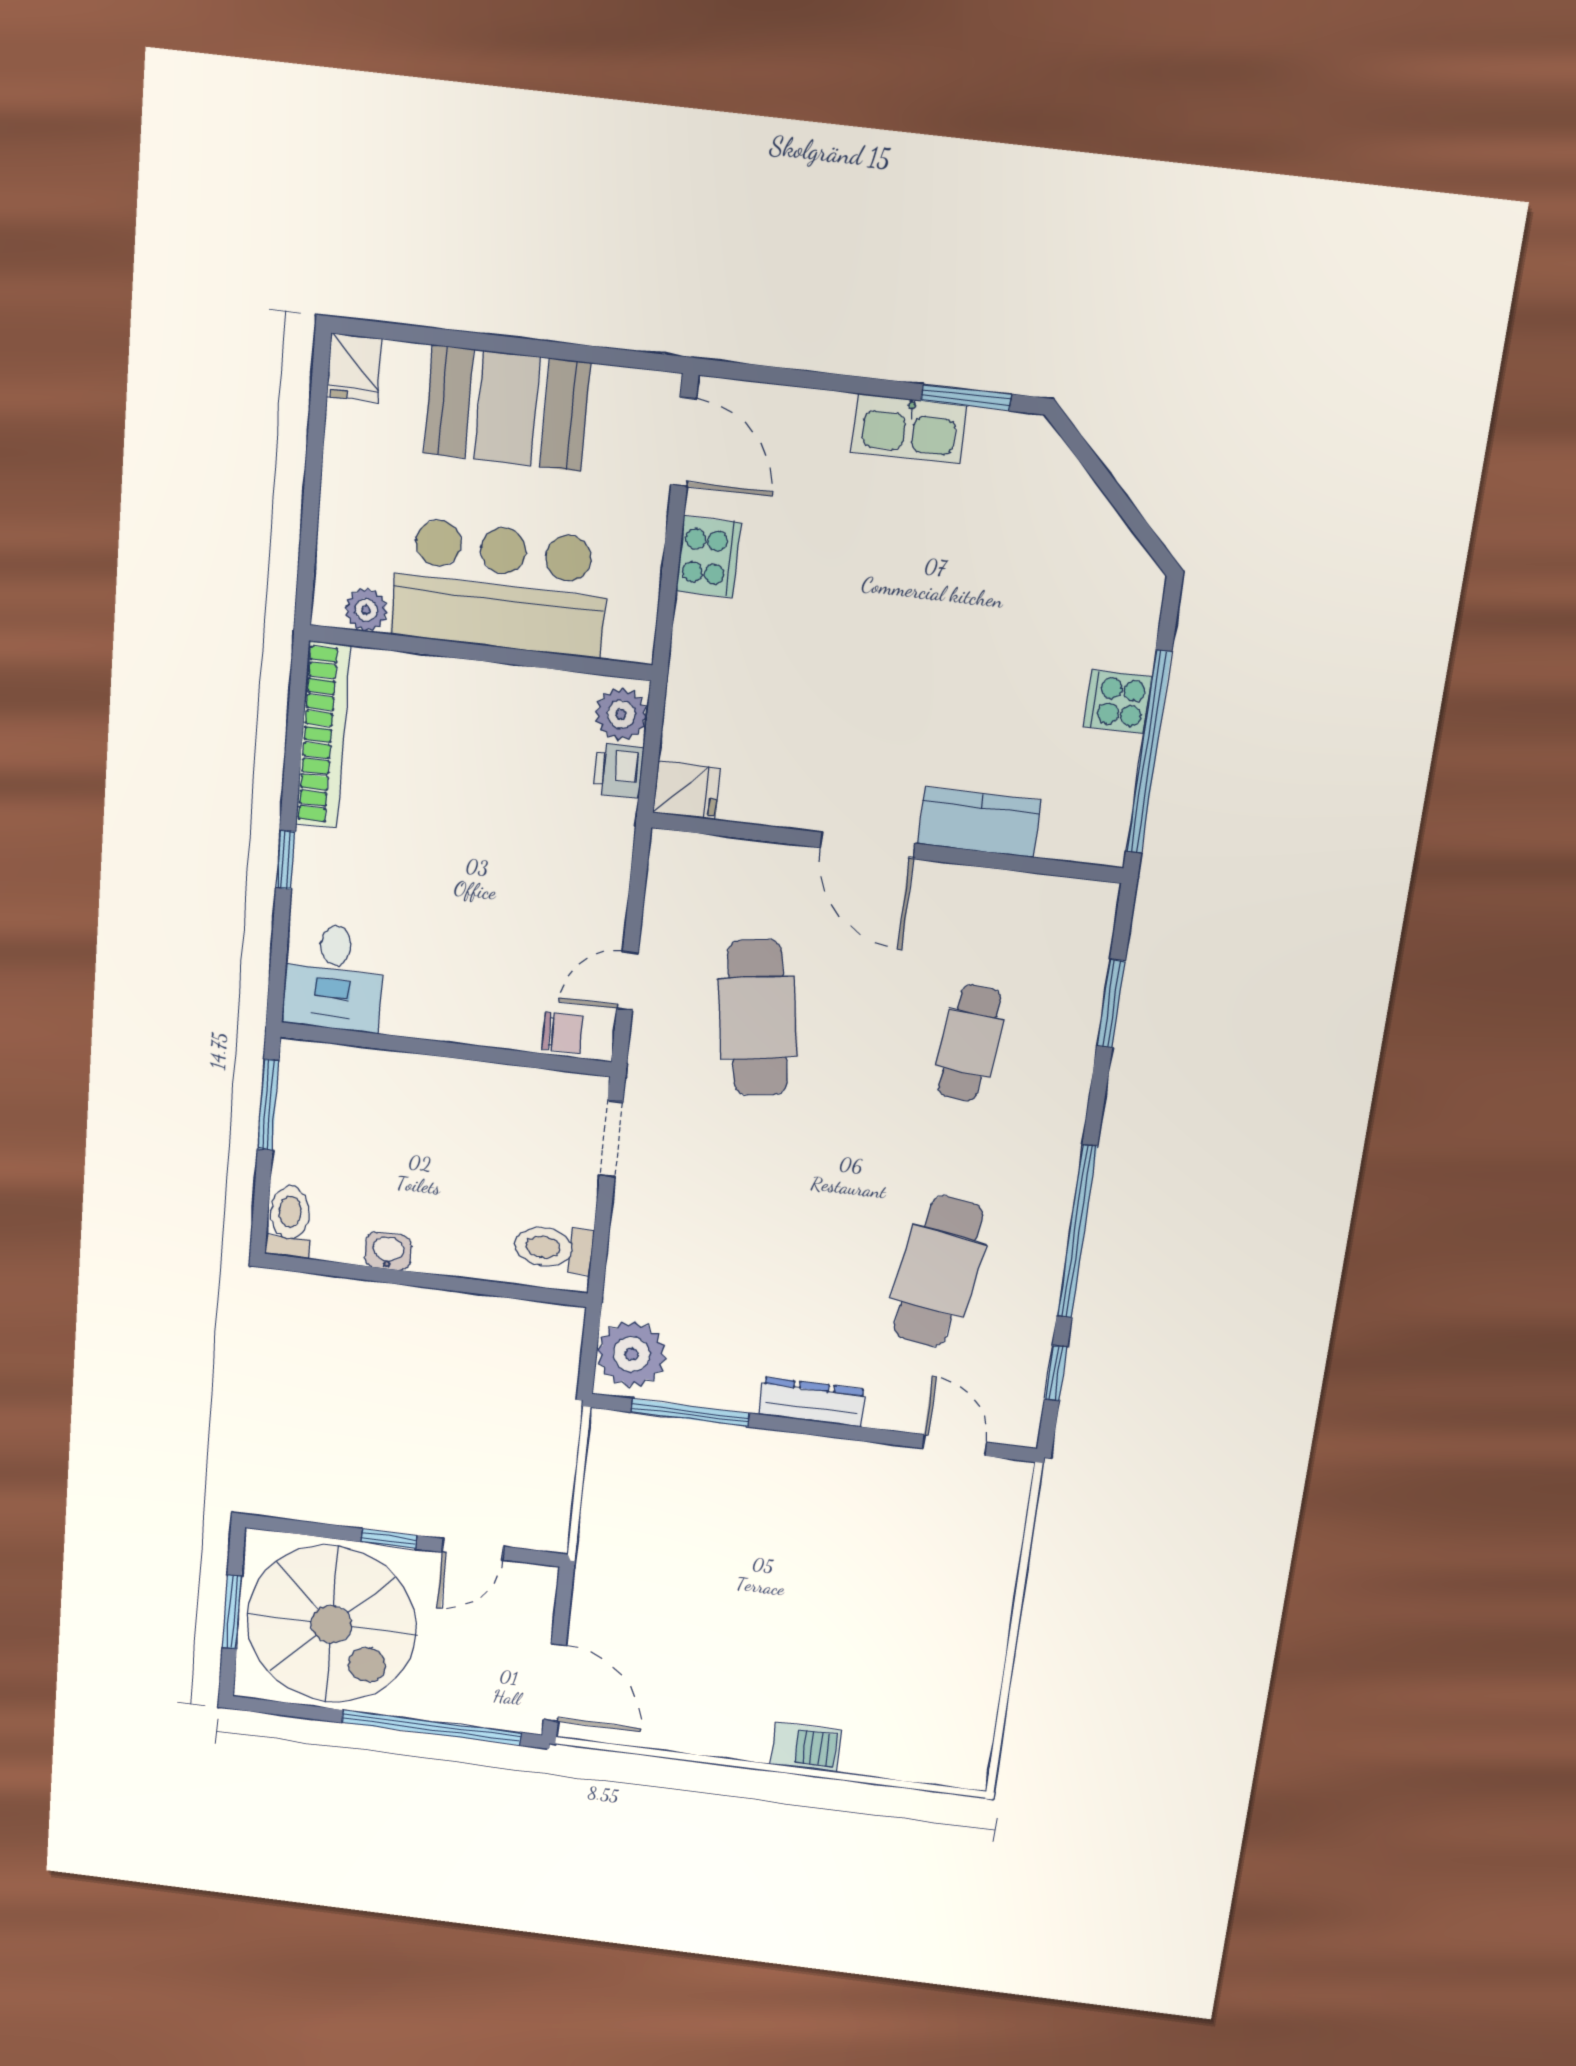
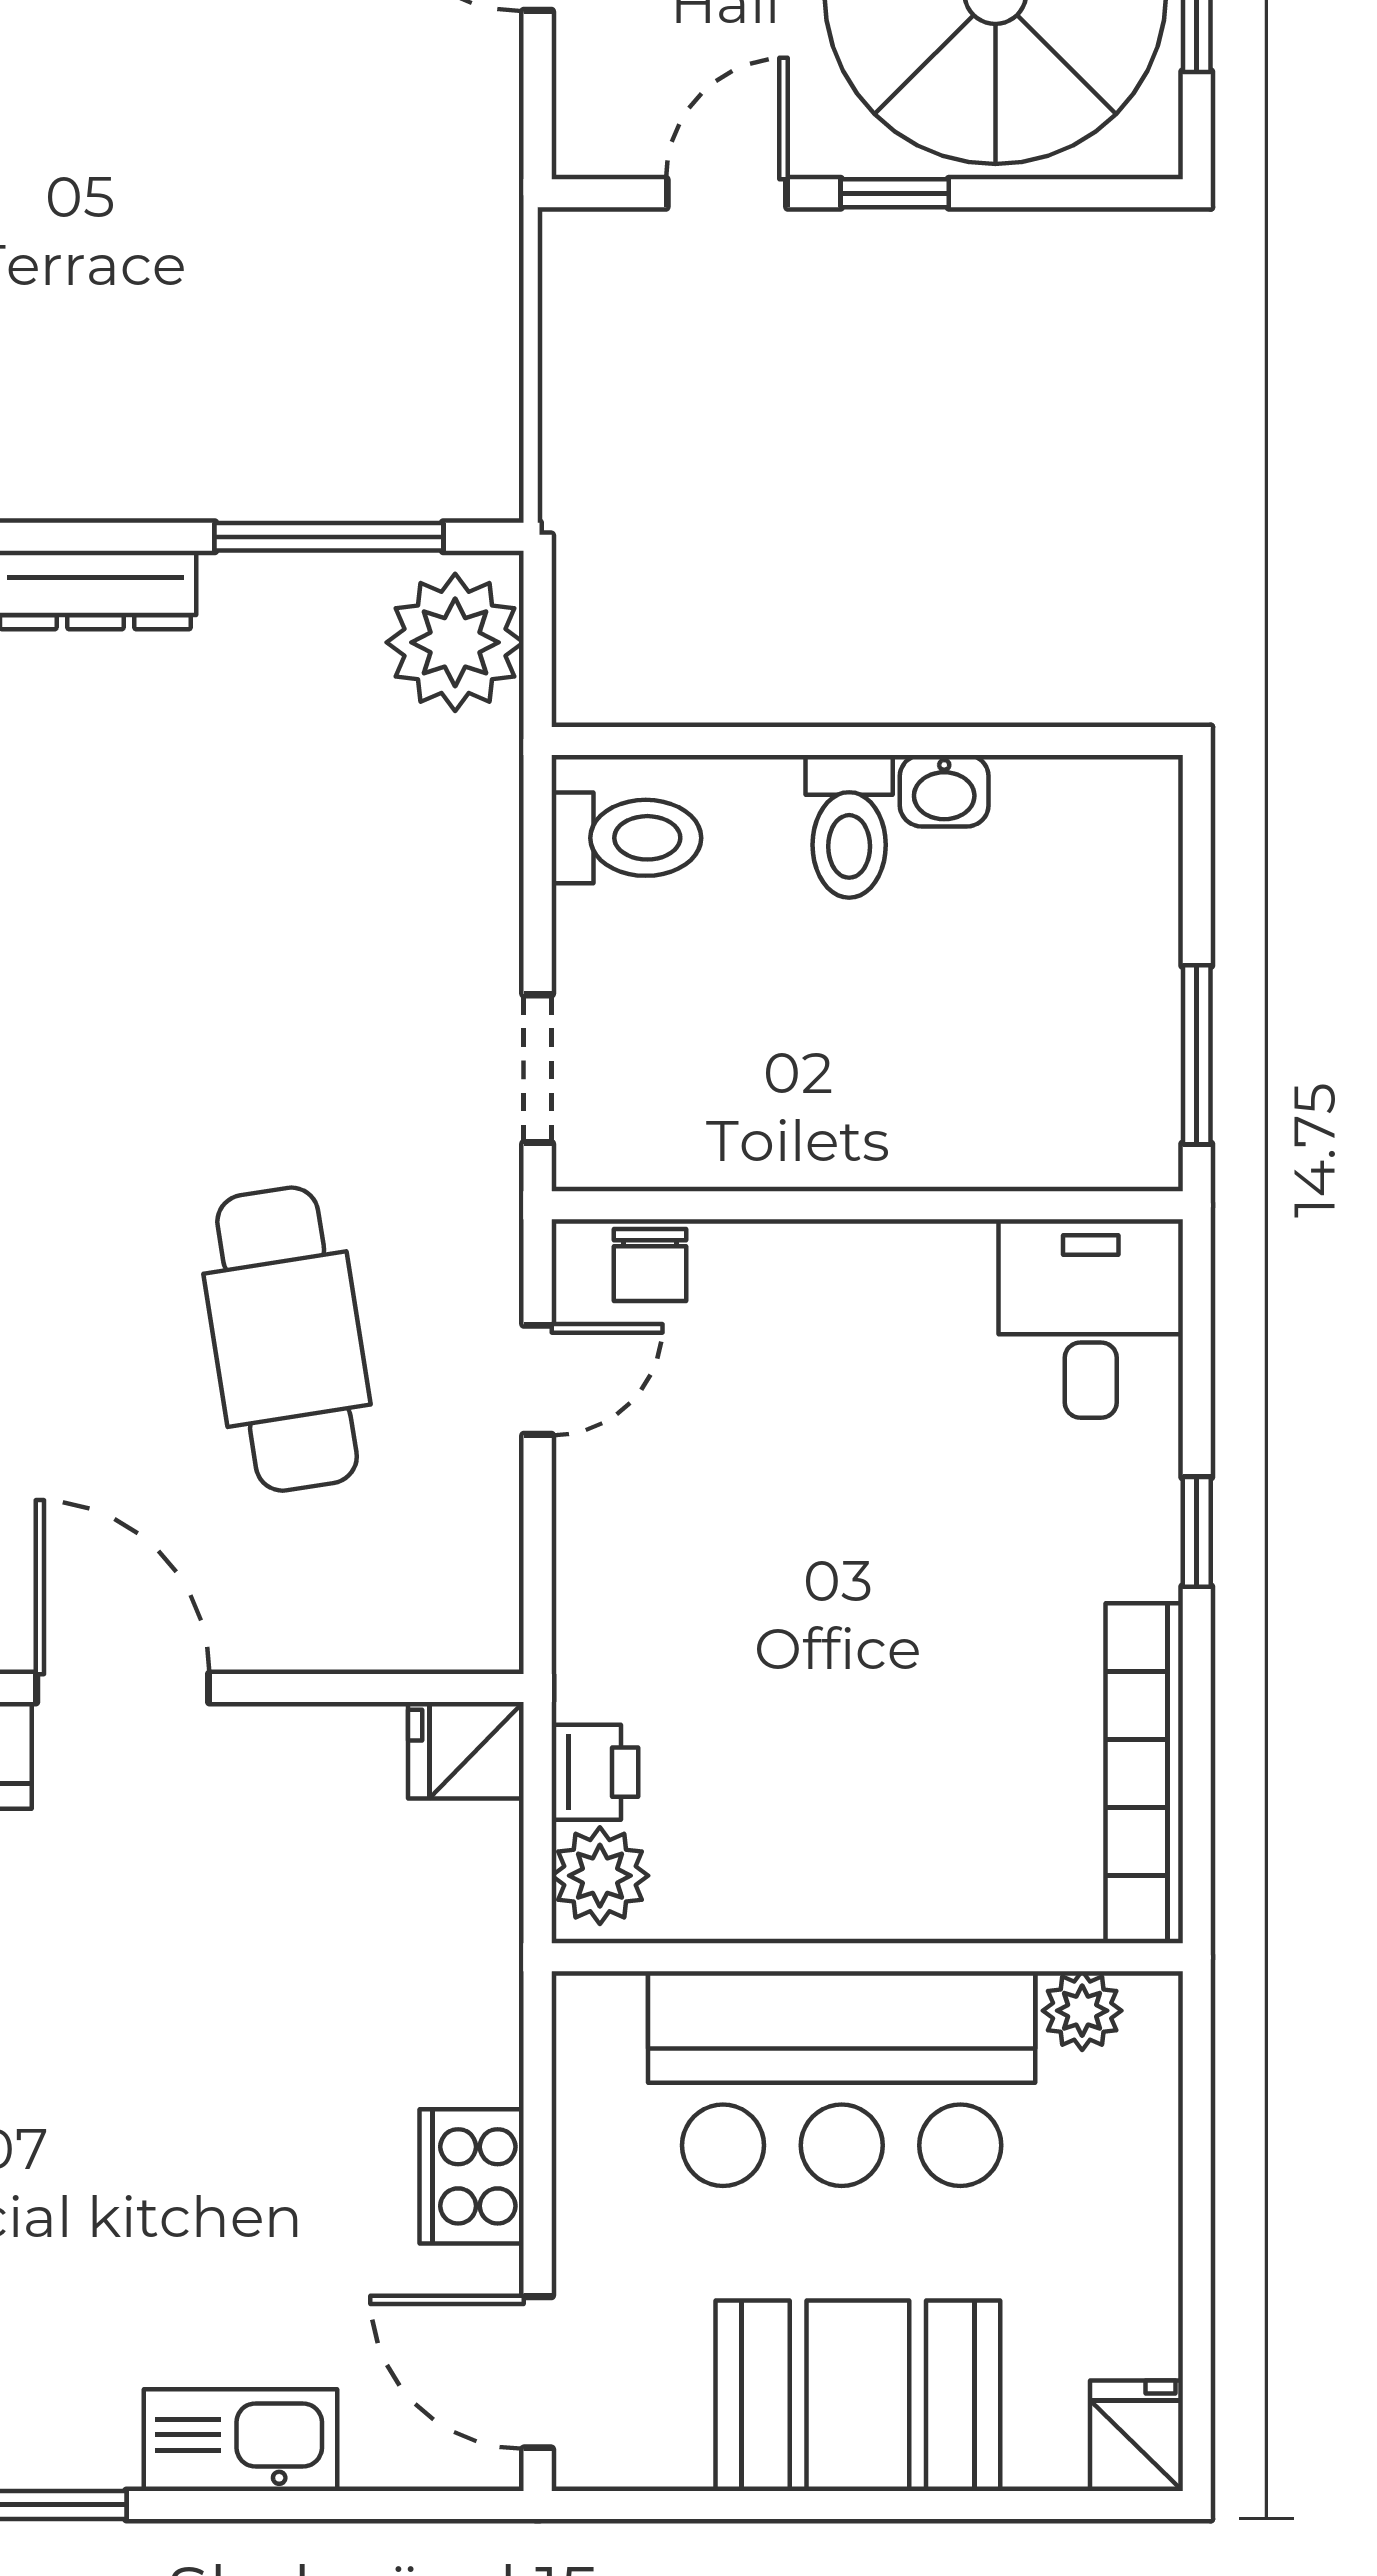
kitchen sink: (909, 429) -> (241, 2440), moved
chair: (562, 1033) -> (650, 1265), turned -90
toilet: (289, 1222) -> (849, 826), moved

